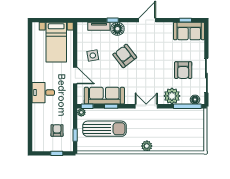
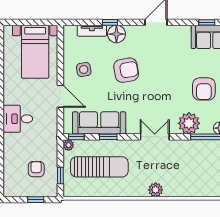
armchair: (125, 56) -> (126, 70), turned 118

